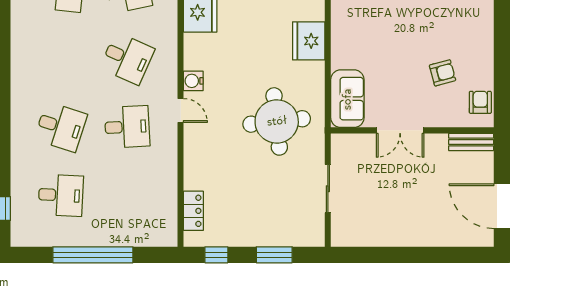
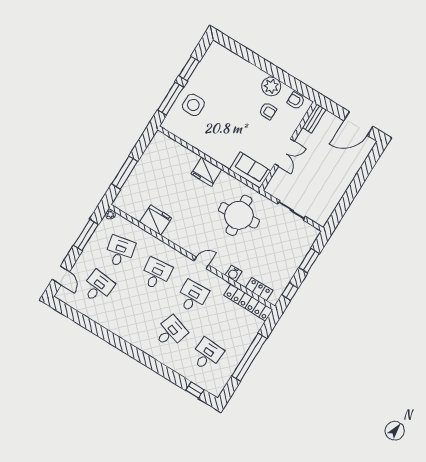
plant: (479, 57) -> (271, 86), added
desk: (127, 58) -> (156, 274), turned -30
armchair: (442, 73) -> (268, 111), turned 105
water cooler: (193, 81) -> (233, 273), moved
locker: (166, 207) -> (248, 302), added

